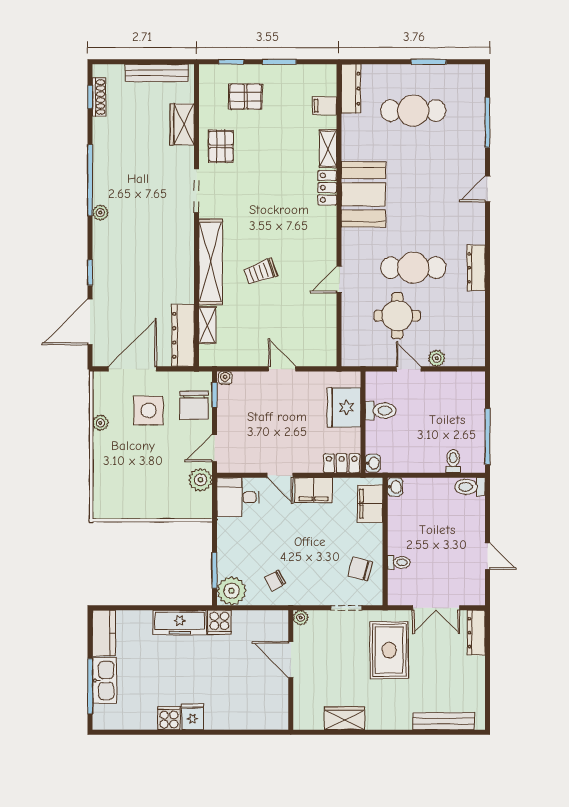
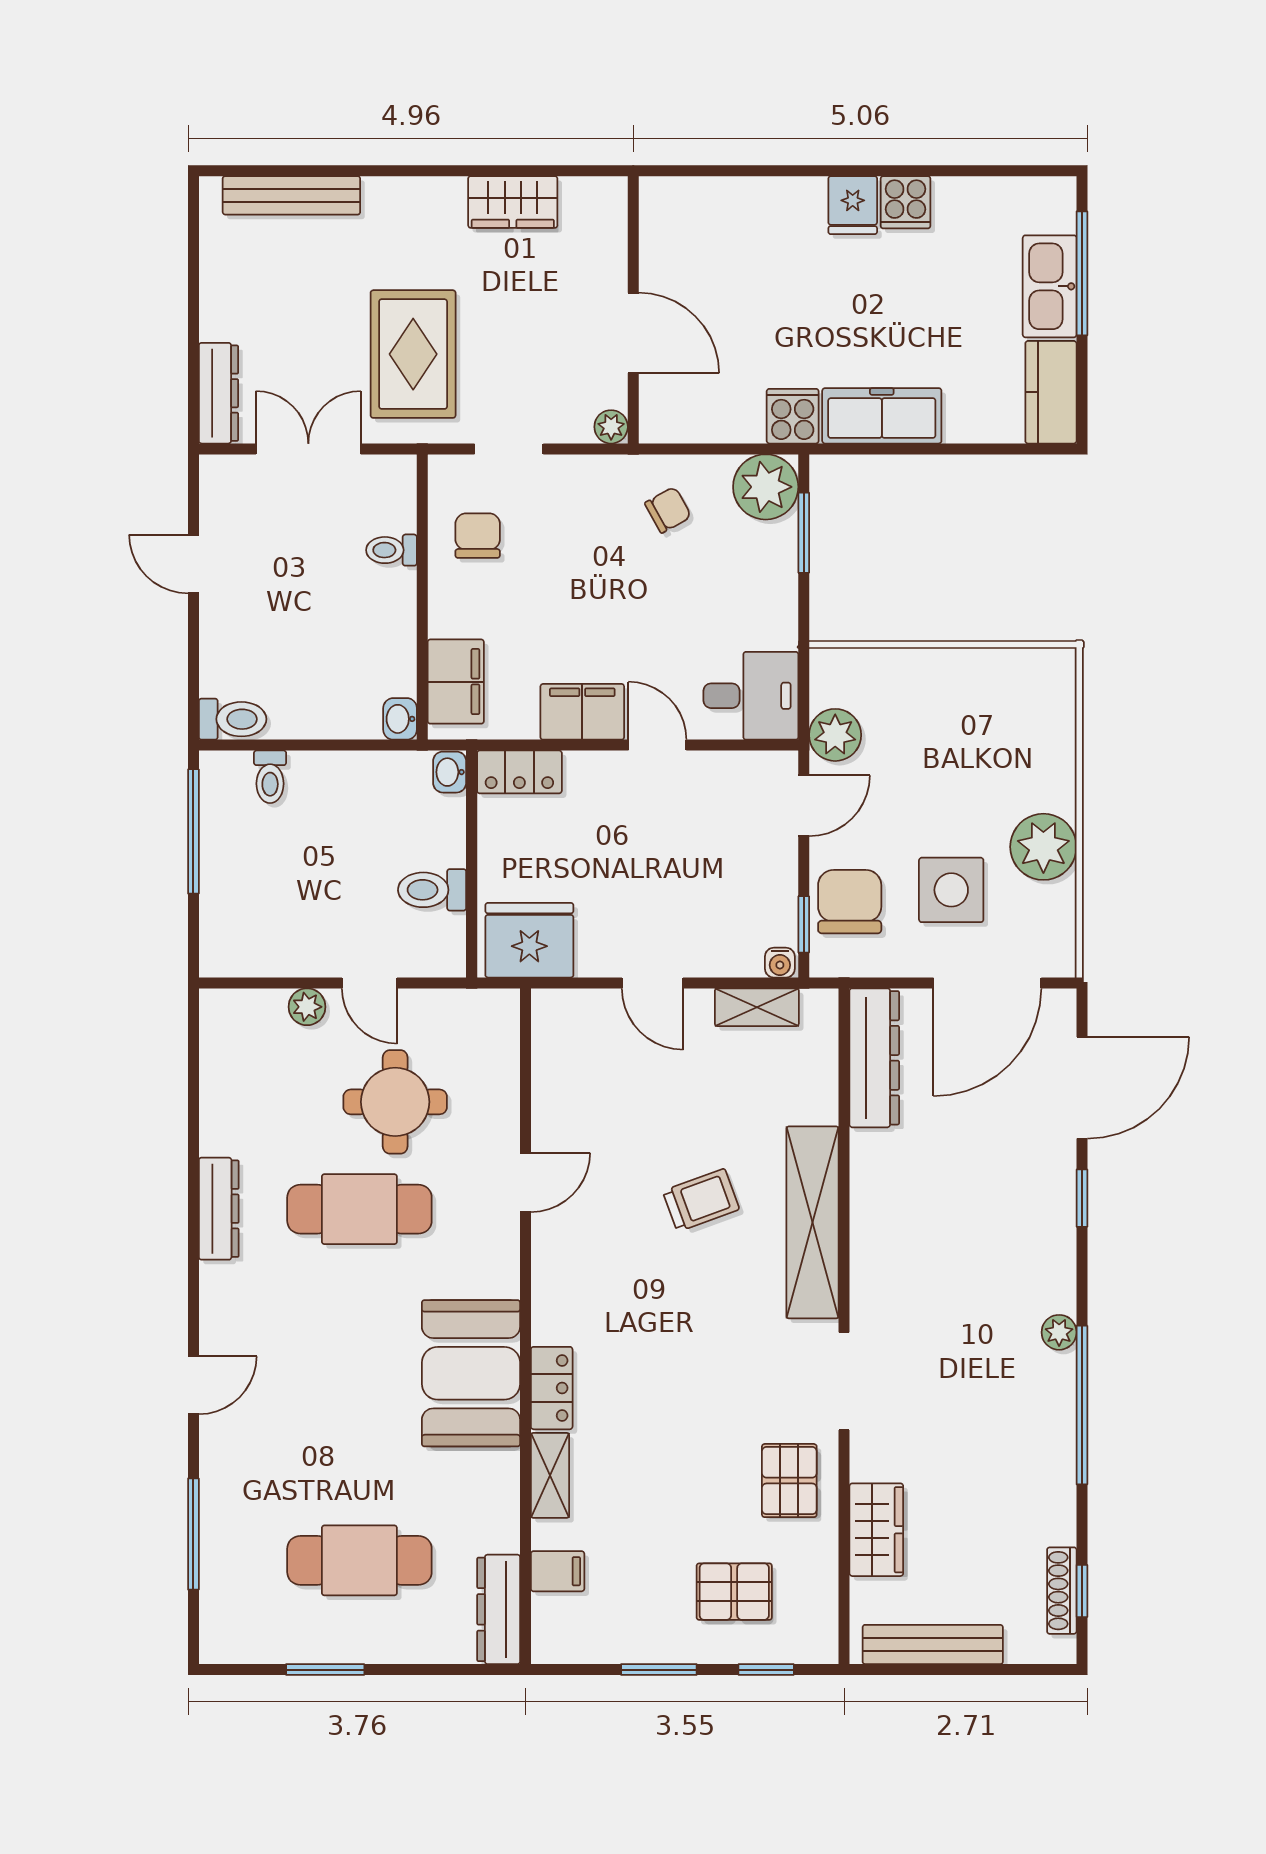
shelving: (207, 325) -> (757, 1007), moved, turned 90
fridge: (344, 407) -> (529, 940), moved, turned -90
plant: (100, 423) -> (1043, 847), width x1.87, depth x1.87
chair: (360, 569) -> (478, 536), turned -105

